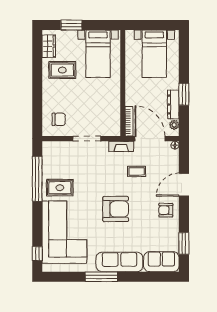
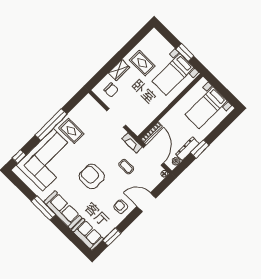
window: (71, 25) -> (185, 52), moved
wardrobe: (49, 46) -> (119, 70), moved
window: (37, 179) -> (51, 125), moved
armchair: (116, 209) -> (92, 176), turned 180

